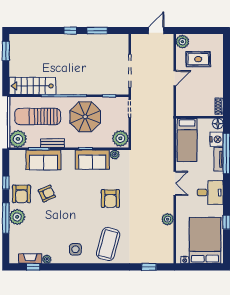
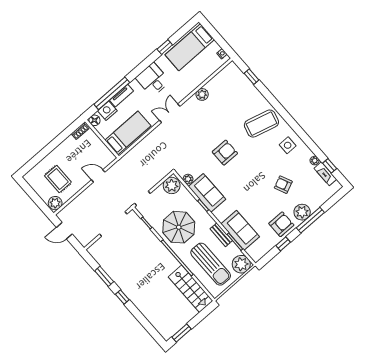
door: (175, 78) -> (98, 176), moved
armchair: (47, 194) -> (283, 185), moved
bed: (205, 240) -> (190, 47), width x0.67

